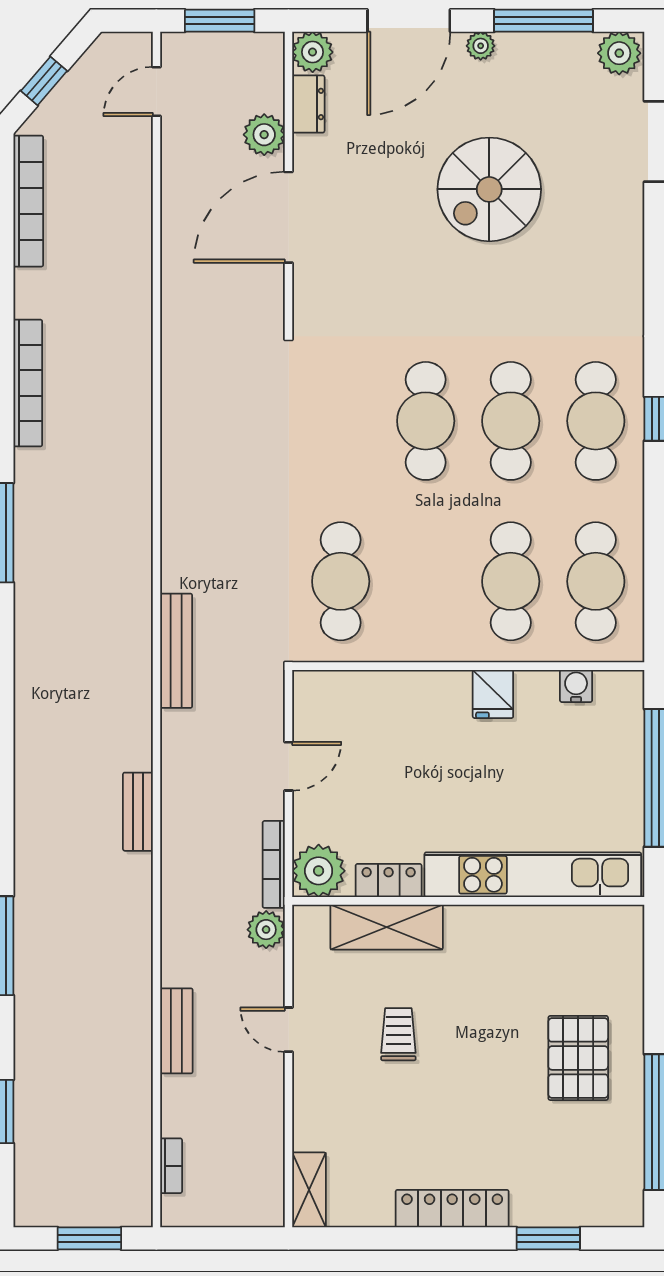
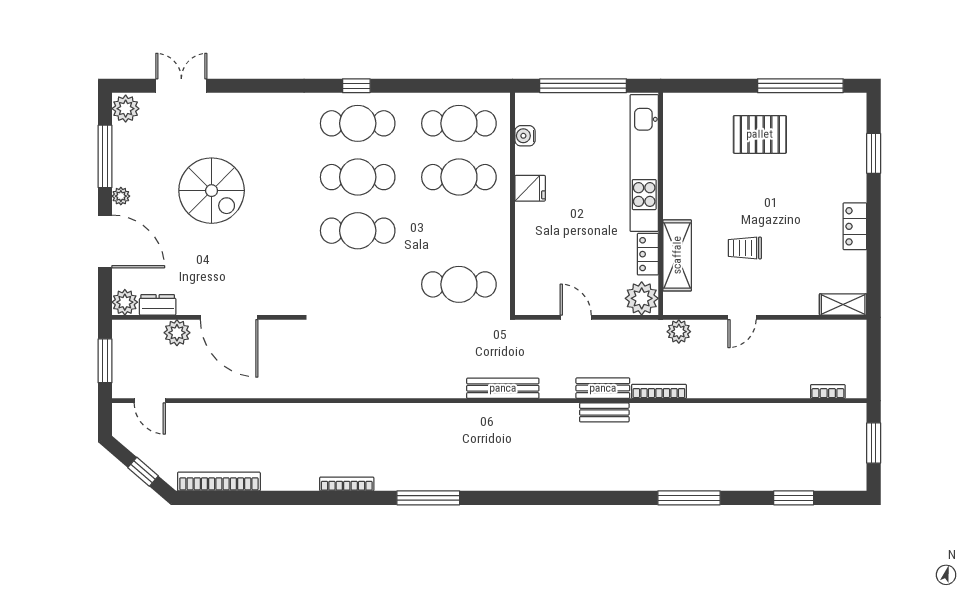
bookcase: (28, 383) -> (347, 484), width x0.68, depth x0.76
bookcase: (274, 864) -> (659, 391), moved, turned 180
bench: (176, 1031) -> (603, 388), moved
locker: (452, 1209) -> (855, 226), width x0.66

